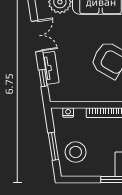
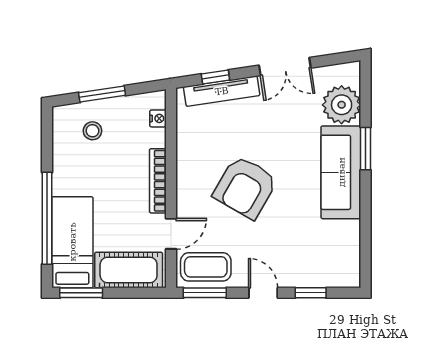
tv unit: (51, 68) -> (222, 91), width x1.41
stool: (76, 152) -> (92, 131), width x0.53, depth x0.53

